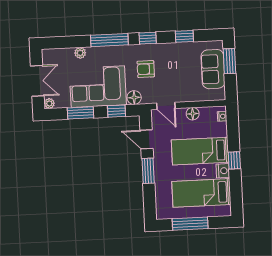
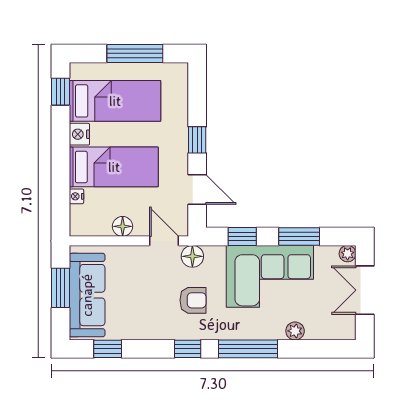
window: (184, 36) -> (108, 349), moved
window: (229, 61) -> (60, 288), moved
sofa: (213, 69) -> (87, 295), width x1.36
floor lamp: (134, 98) -> (192, 256), moved
nightstand: (222, 116) -> (76, 196), moved
window: (234, 160) -> (60, 92), moved
window: (148, 171) -> (197, 140), width x0.67

